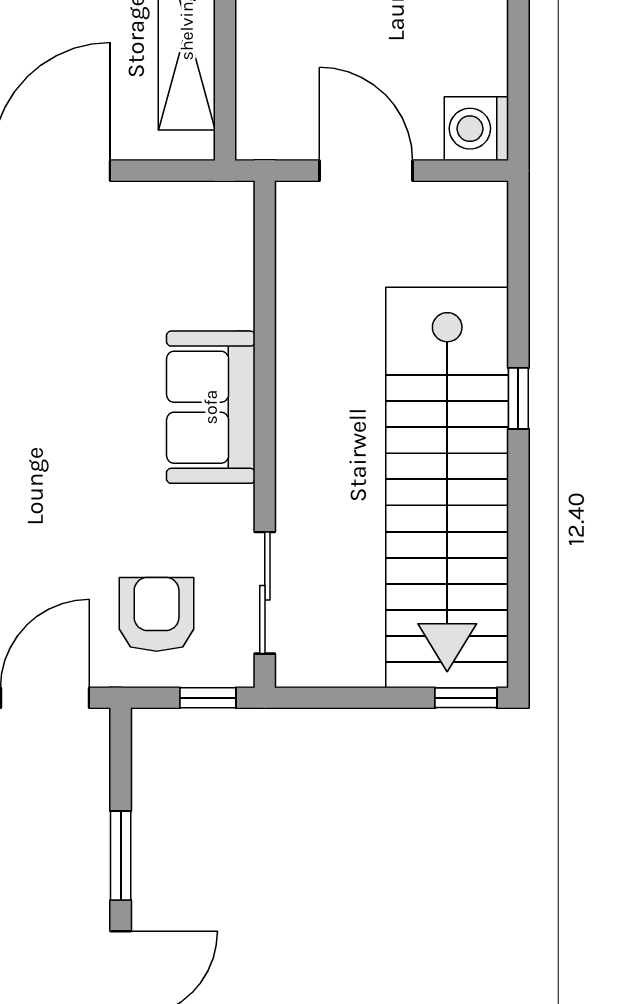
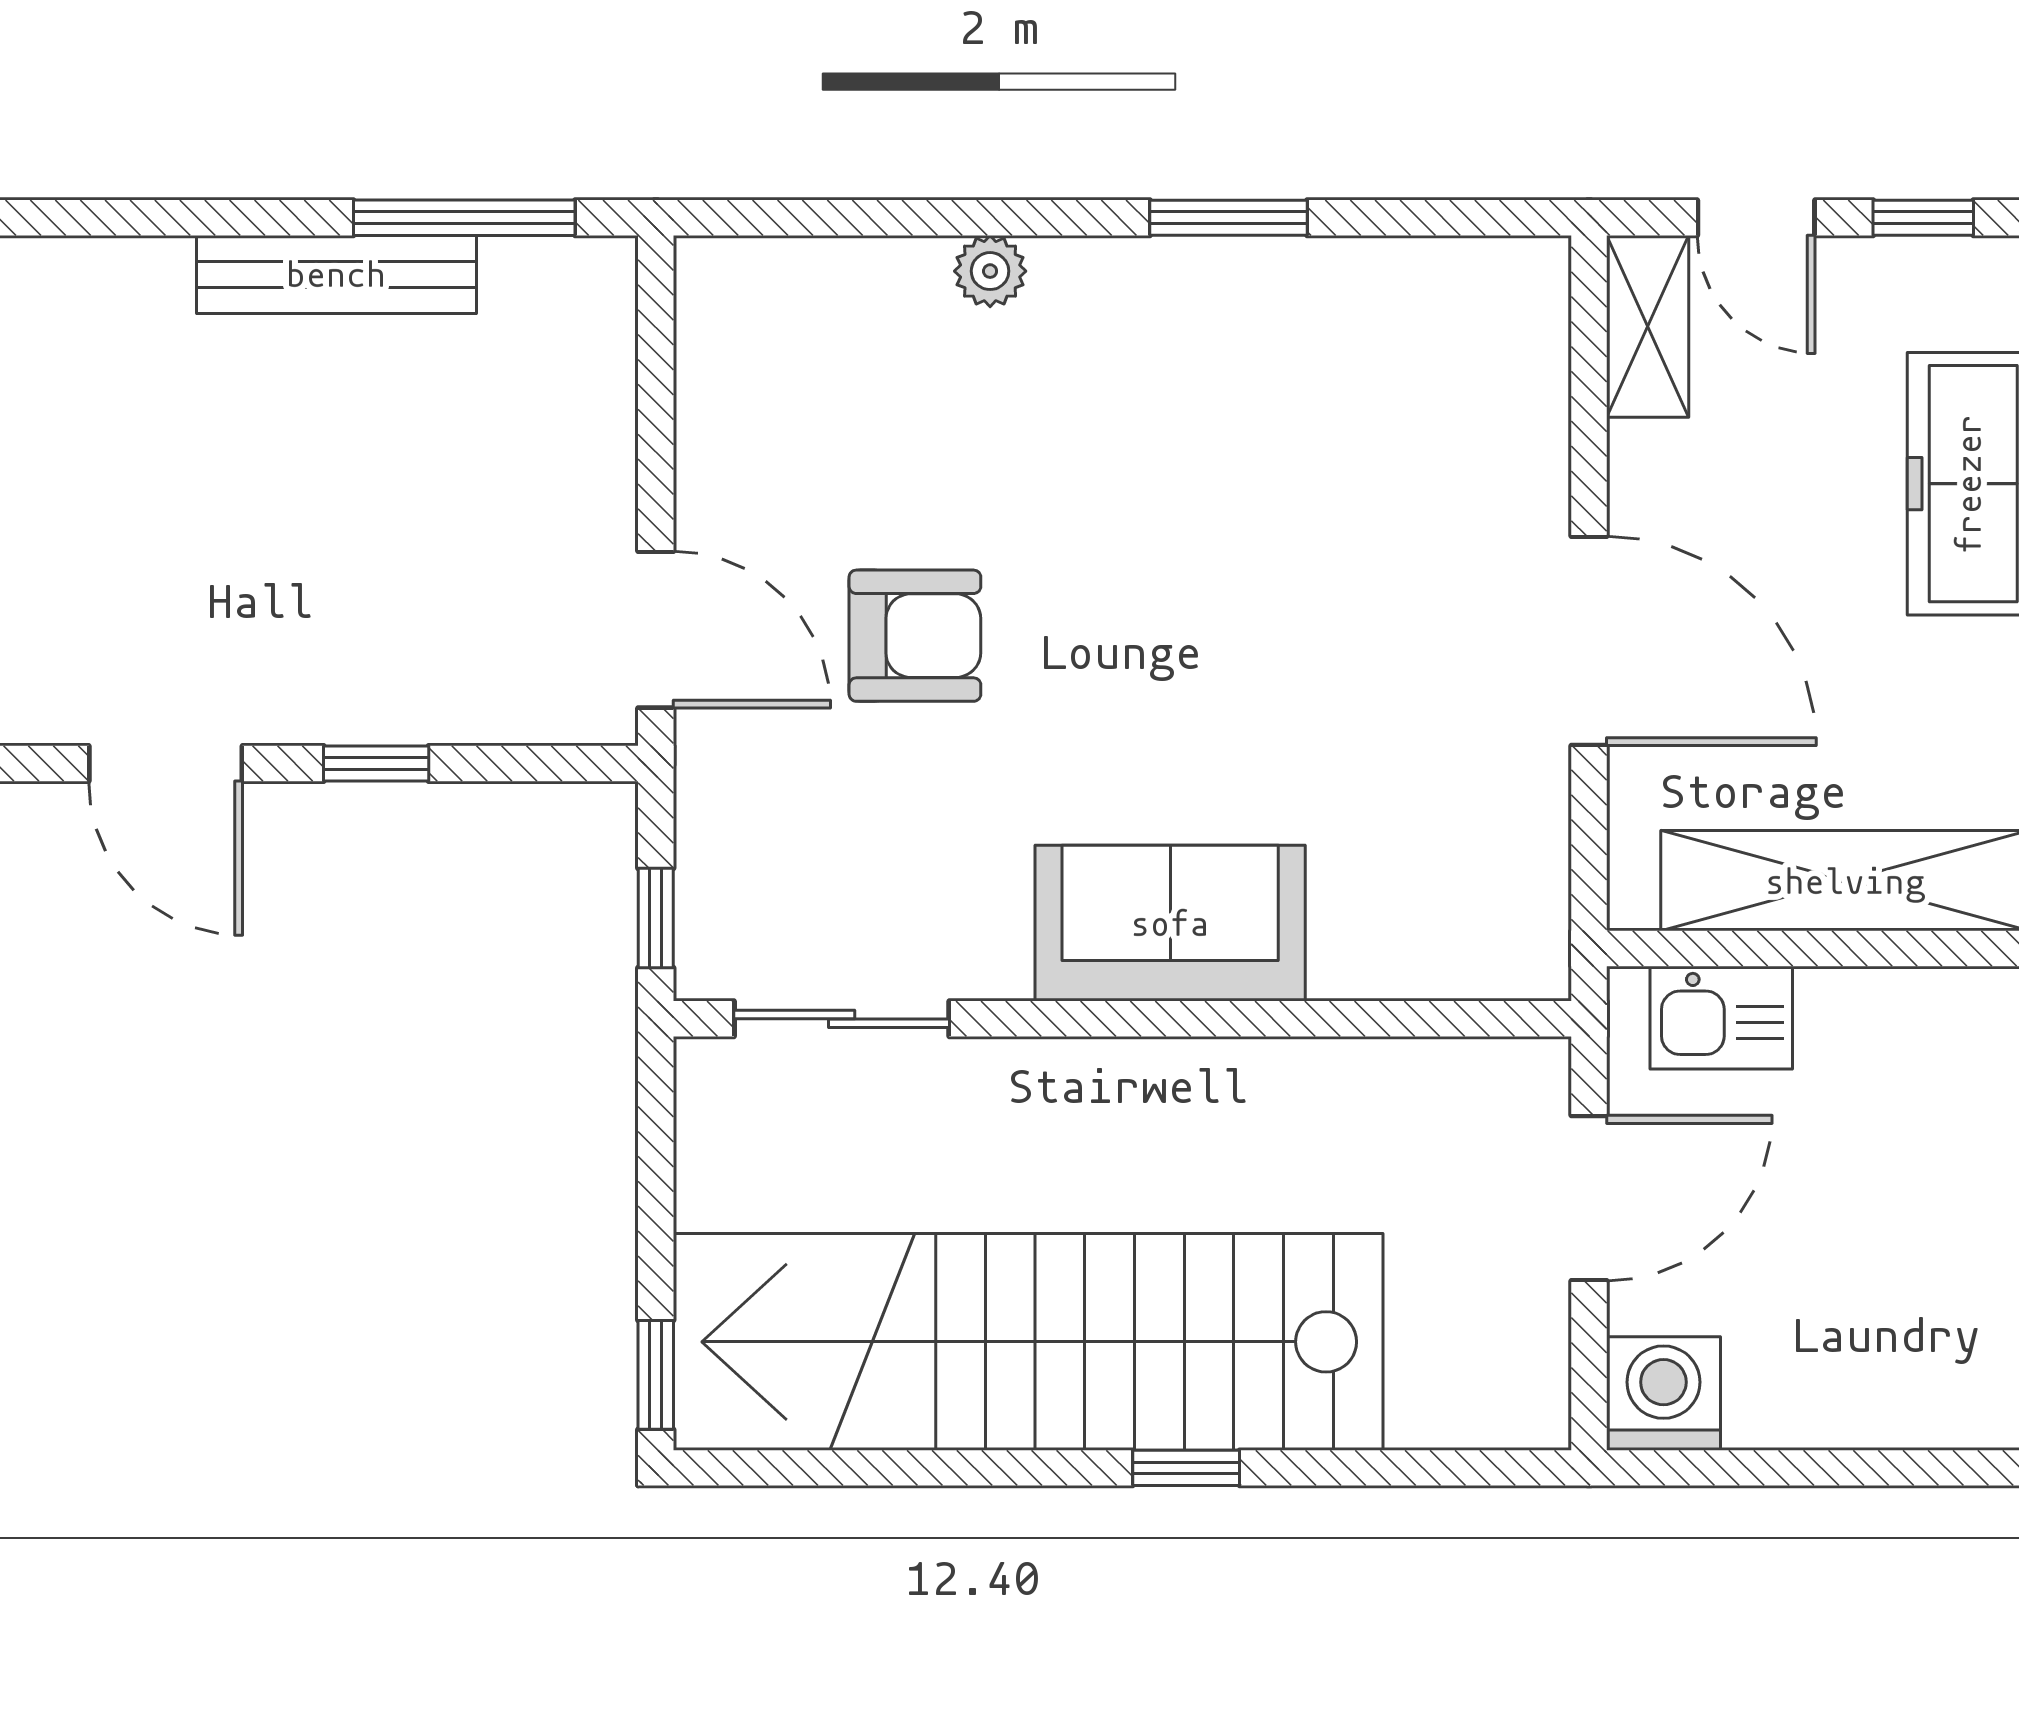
kitchen sink: (264, 96) -> (1721, 1018), added
armchair: (157, 614) -> (915, 636), moved
window: (121, 856) -> (376, 764), width x0.67

